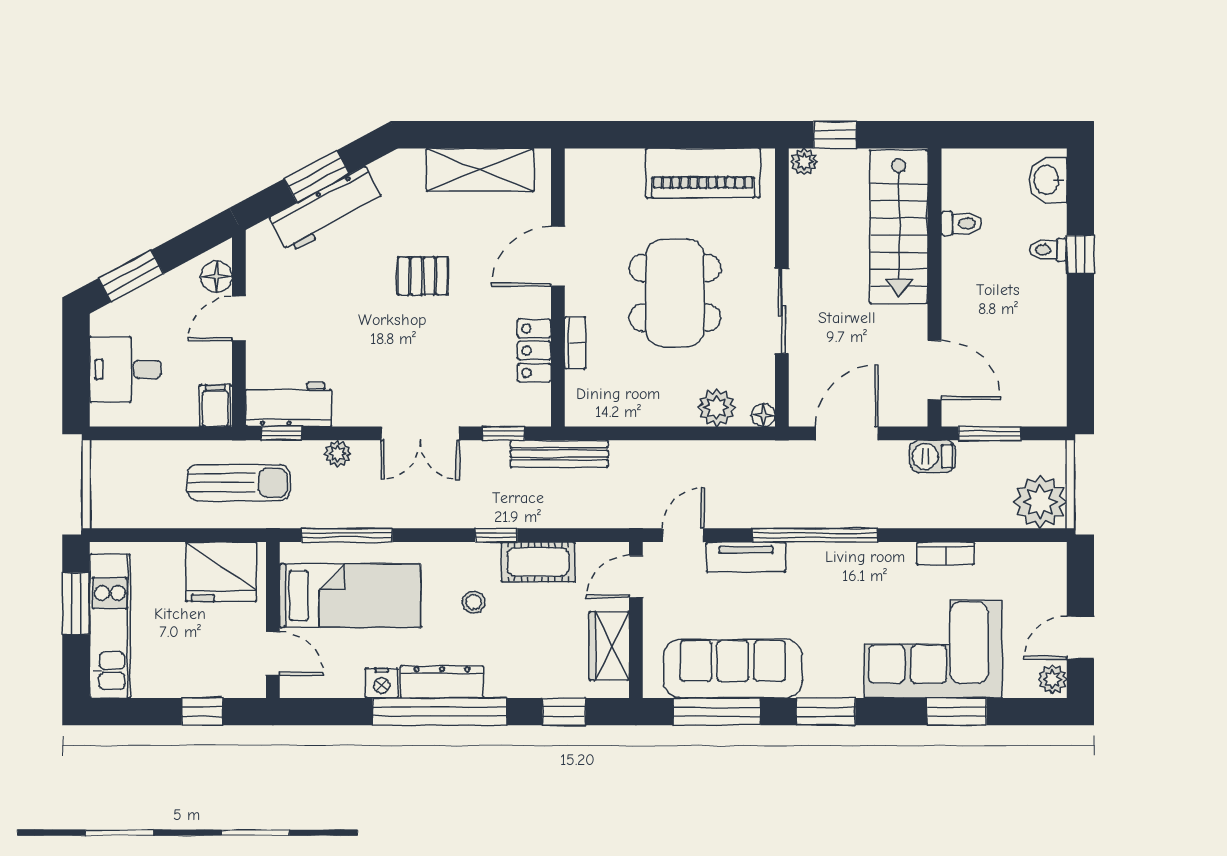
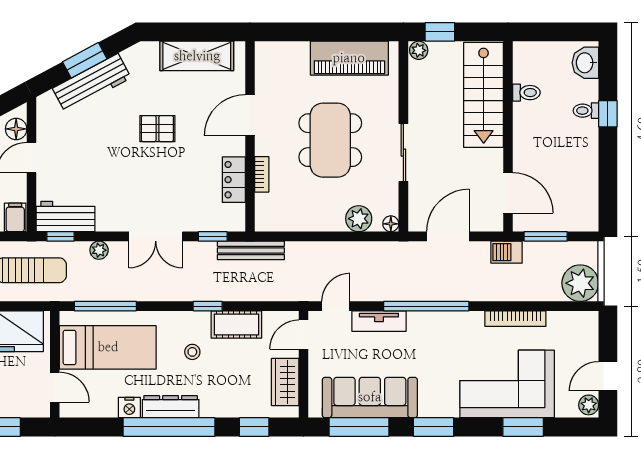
bookcase: (945, 553) -> (515, 319), width x1.56

